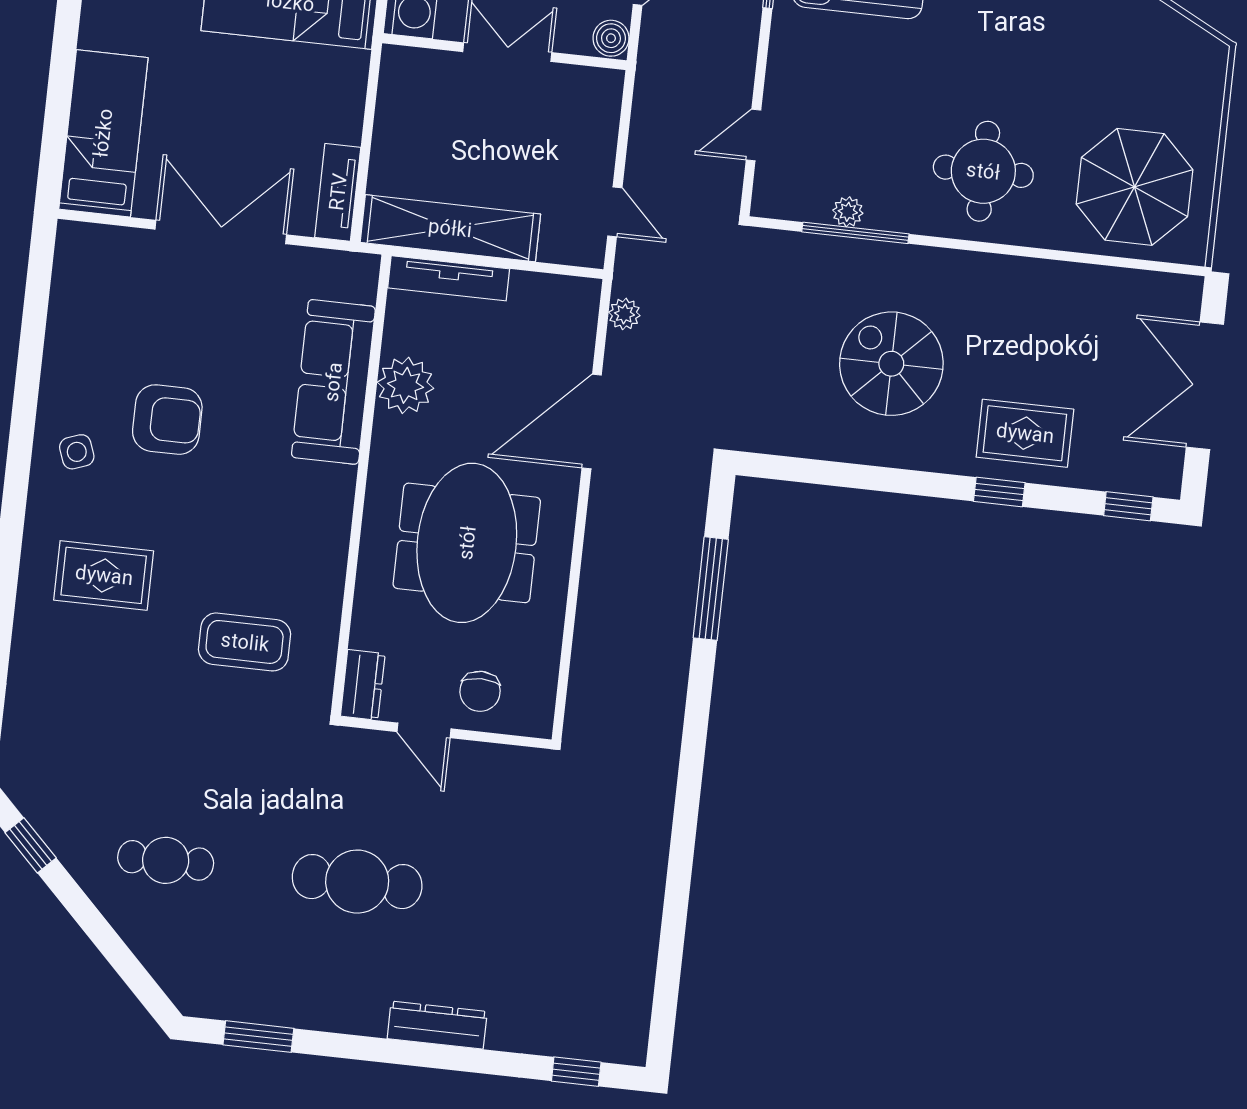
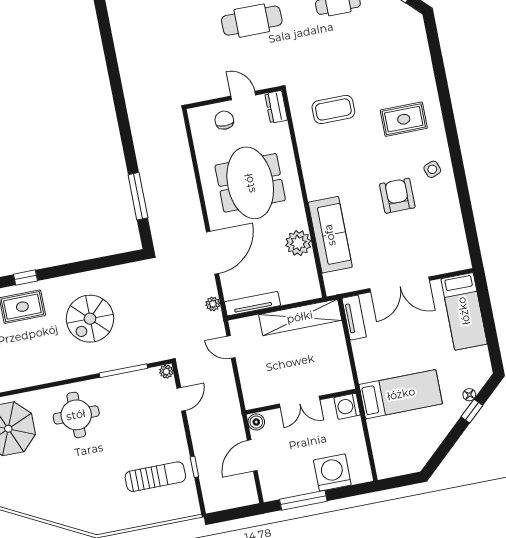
plant: (848, 212) -> (166, 372), moved
tv unit: (449, 278) -> (252, 304), moved
spiral stairs: (891, 364) -> (90, 319), turned 90
armchair: (167, 420) -> (397, 196), turned 90

